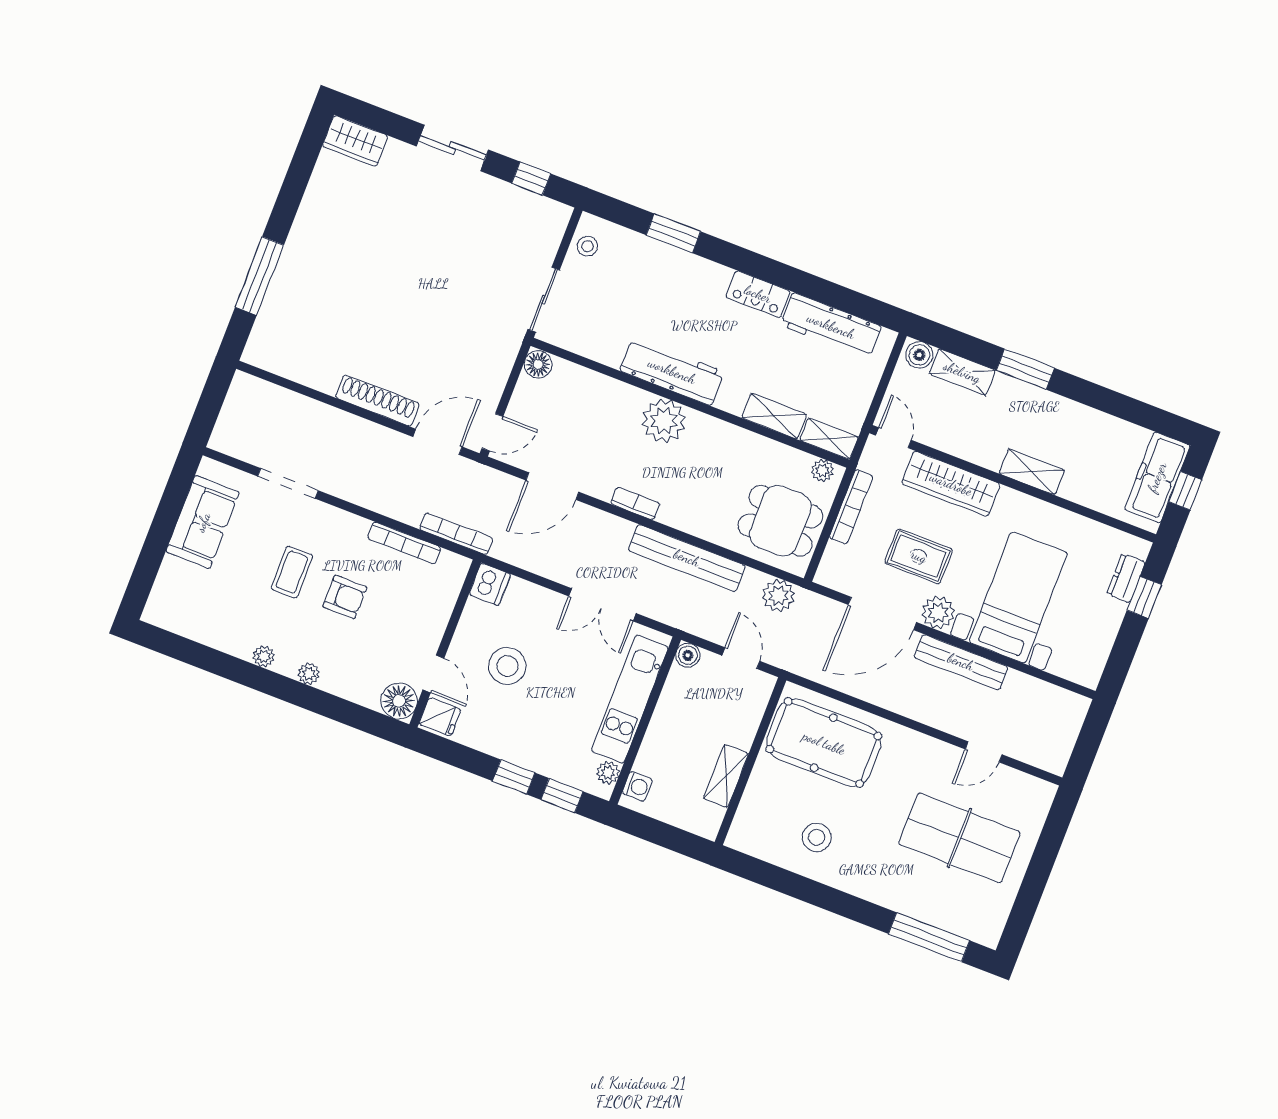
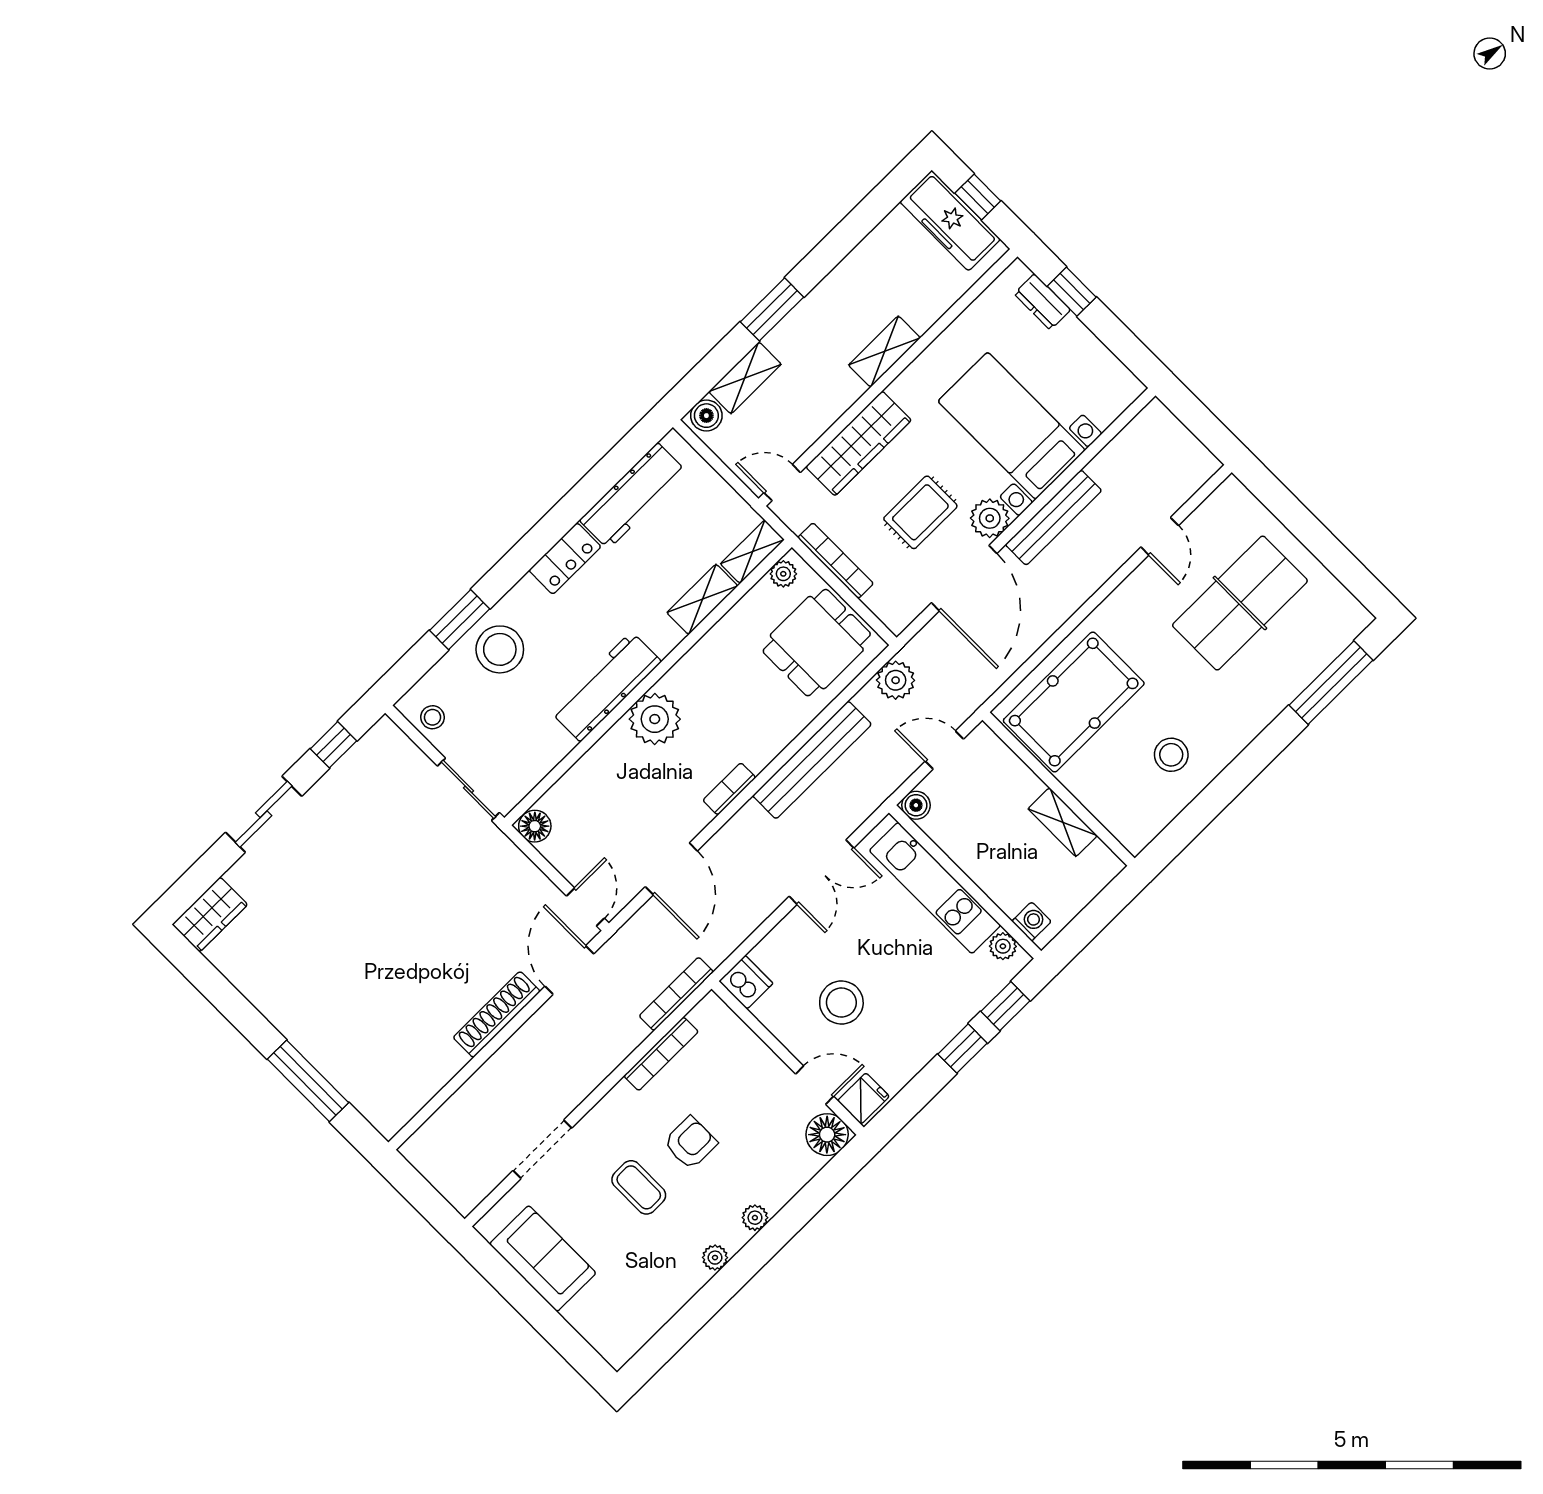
stool: (664, 275) -> (500, 649), added

